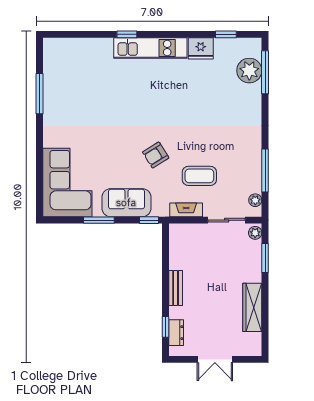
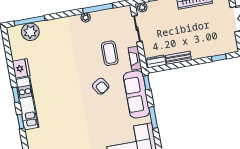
window: (226, 34) -> (16, 95), moved
plant: (255, 200) -> (86, 18), moved
sofa: (126, 203) -> (136, 94), width x1.36
bench: (176, 288) -> (178, 58), moved
dresser: (176, 333) -> (156, 61), moved

